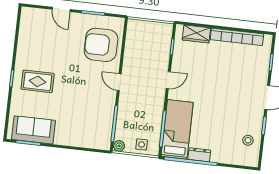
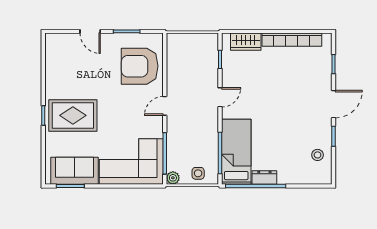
rug: (38, 81) -> (73, 115), width x1.36, depth x1.43
door: (119, 82) -> (165, 106), hinge flipped
corner sofa: (84, 128) -> (131, 162), added

